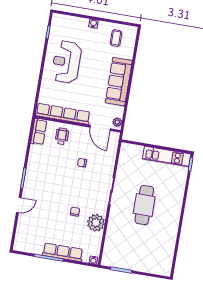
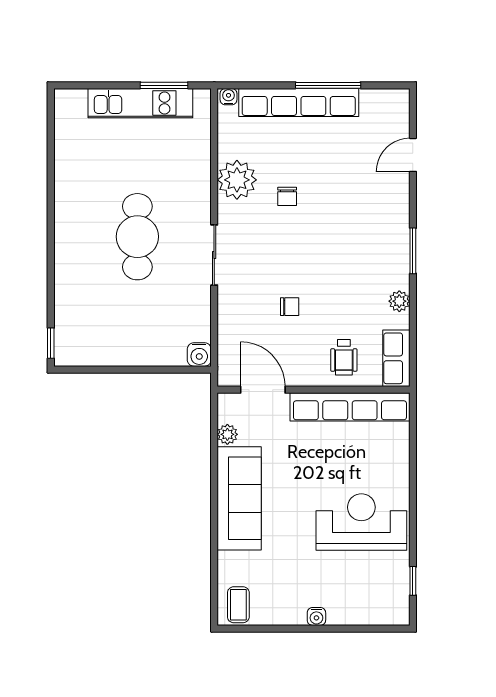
coffee table: (116, 38) -> (238, 605), moved
reception desk: (66, 62) -> (361, 522), turned -90
plant: (117, 122) -> (227, 434), moved
water cooler: (126, 148) -> (199, 355), added
kitchen unit: (167, 156) -> (140, 103), moved, turned 180
plant: (33, 157) -> (399, 301), added
door: (19, 205) -> (413, 155), moved
row of seats: (63, 252) -> (299, 103), width x1.36

